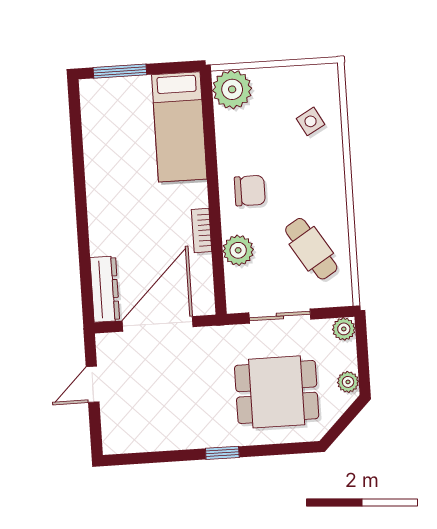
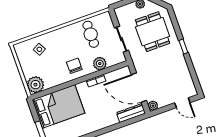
bed: (179, 127) -> (58, 106), width x1.50
cafe table: (311, 249) -> (91, 34), turned -58
plant: (344, 329) -> (153, 106), moved
door: (93, 384) -> (182, 103), moved

